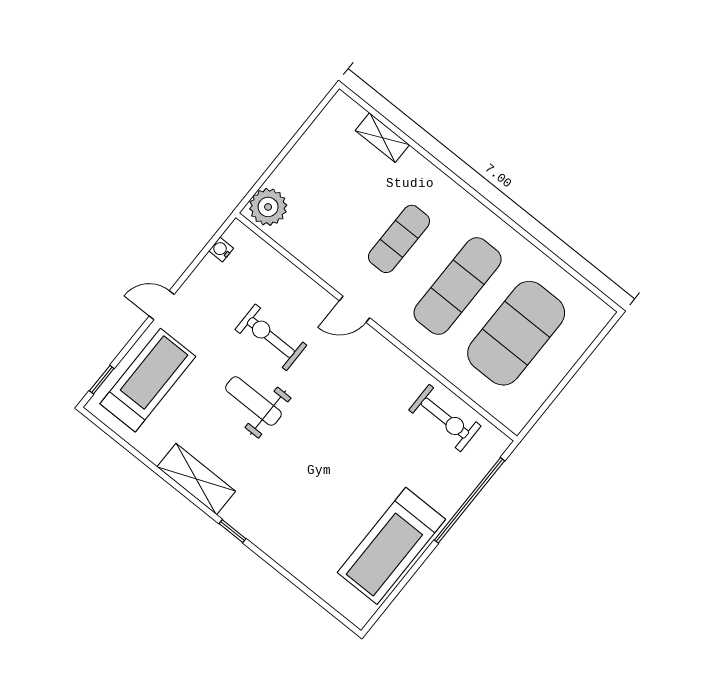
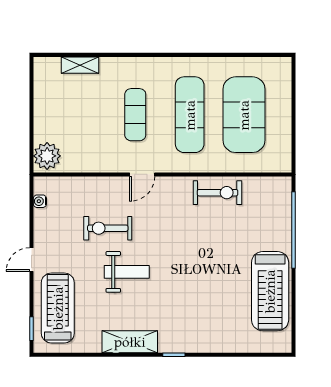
weight bench: (253, 401) -> (127, 272), turned 180
exercise bike: (445, 418) -> (218, 193), moved

